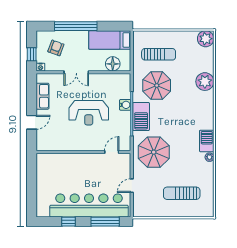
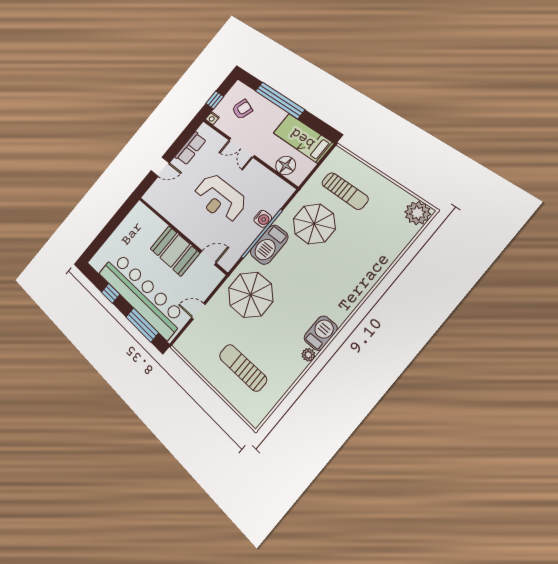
plant: (205, 82) -> (375, 262), removed
booth: (88, 164) -> (175, 251), added

